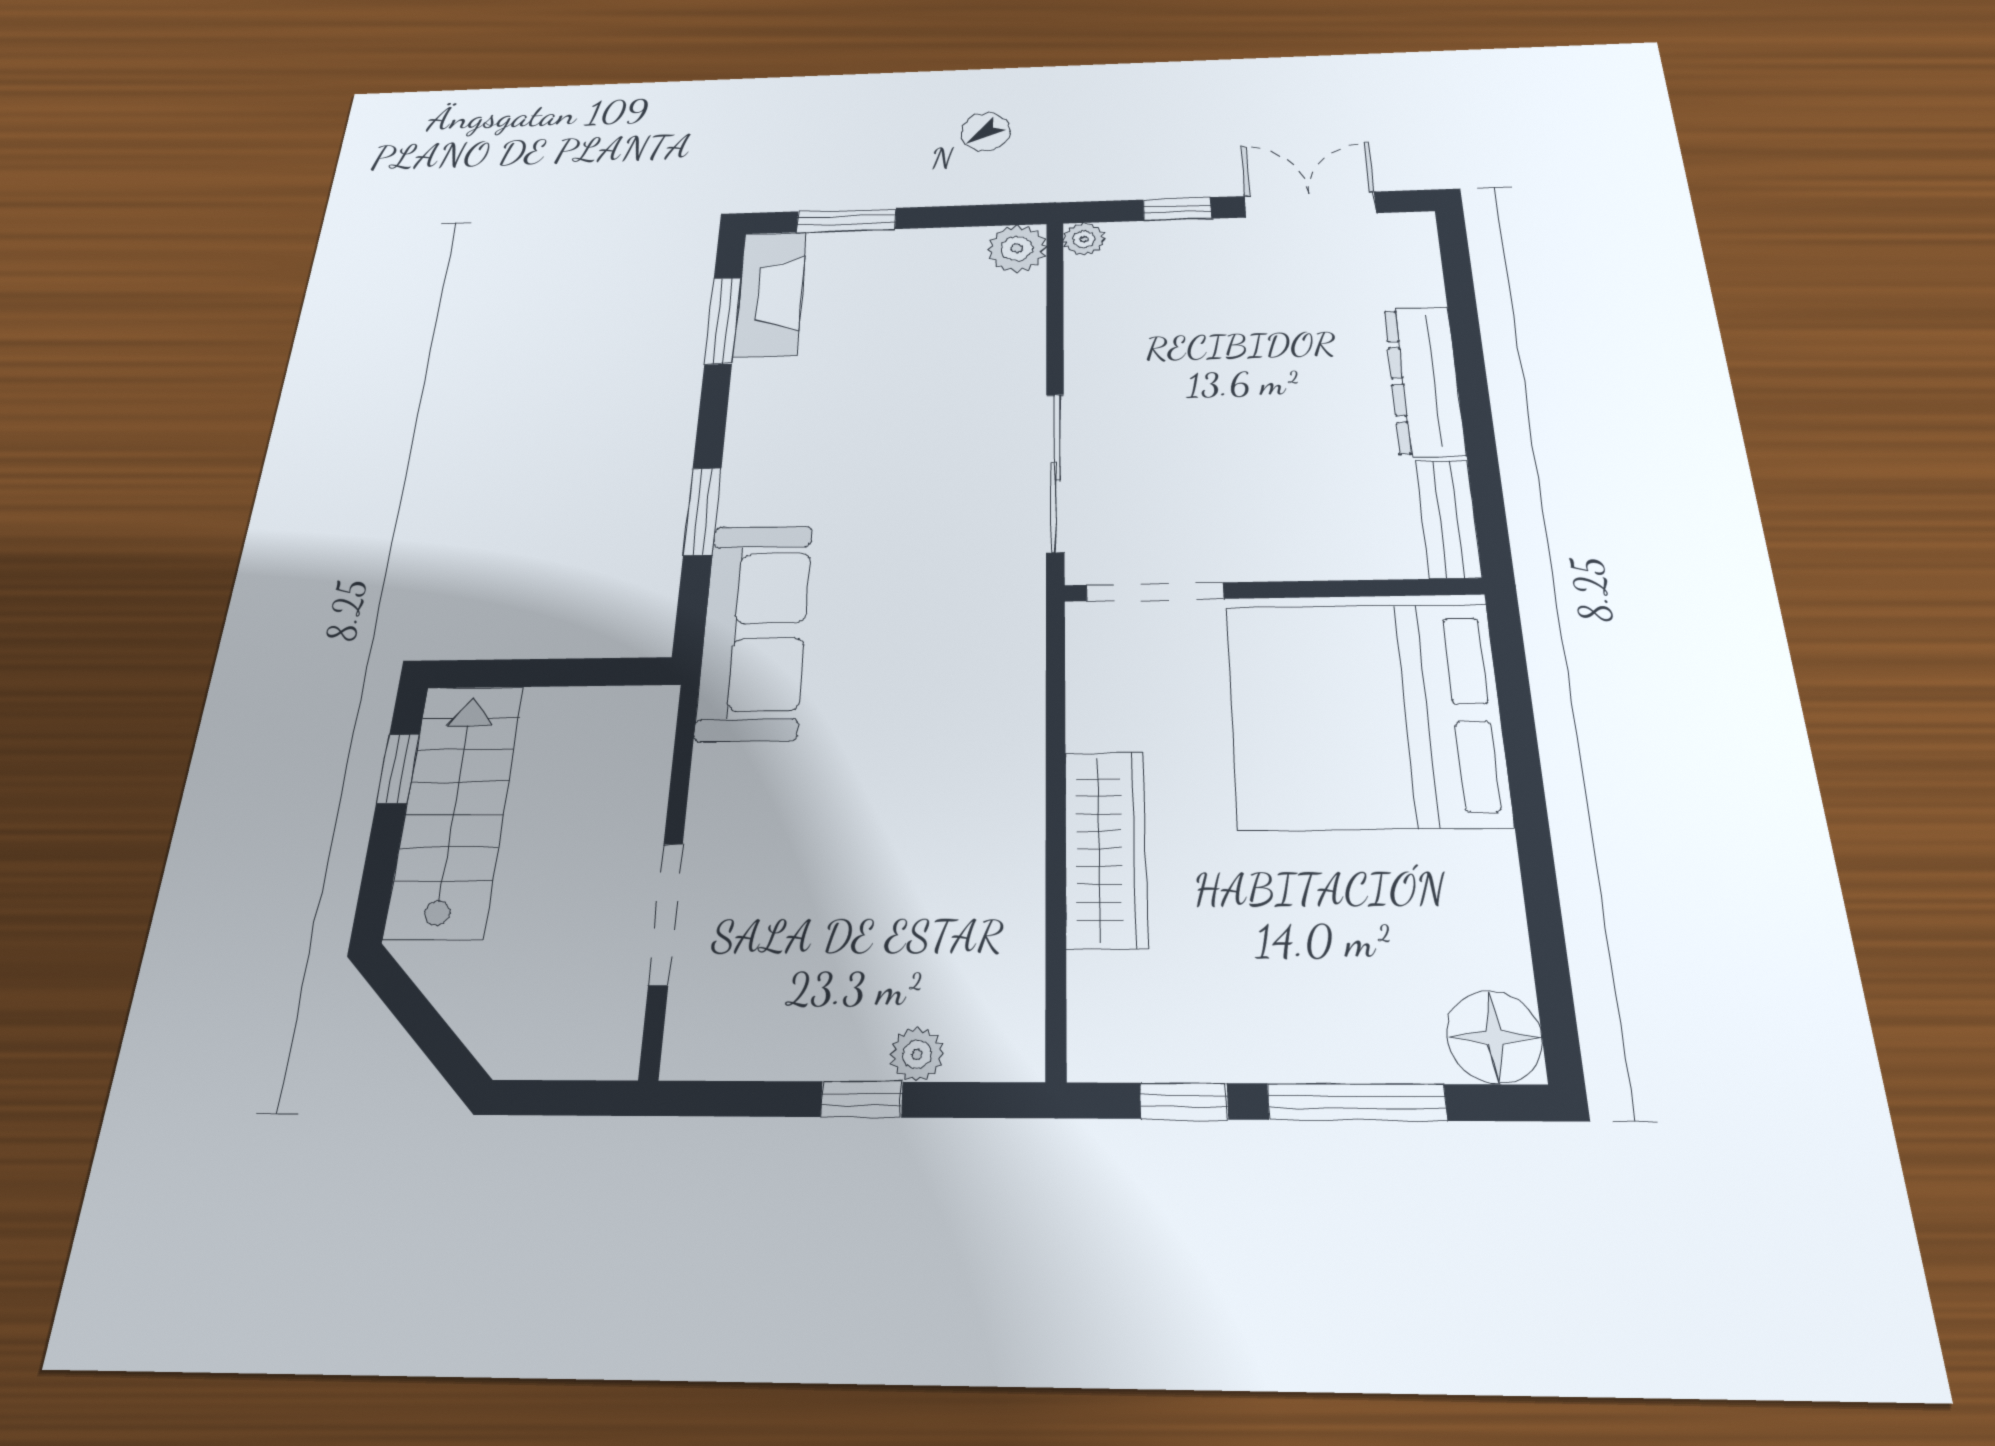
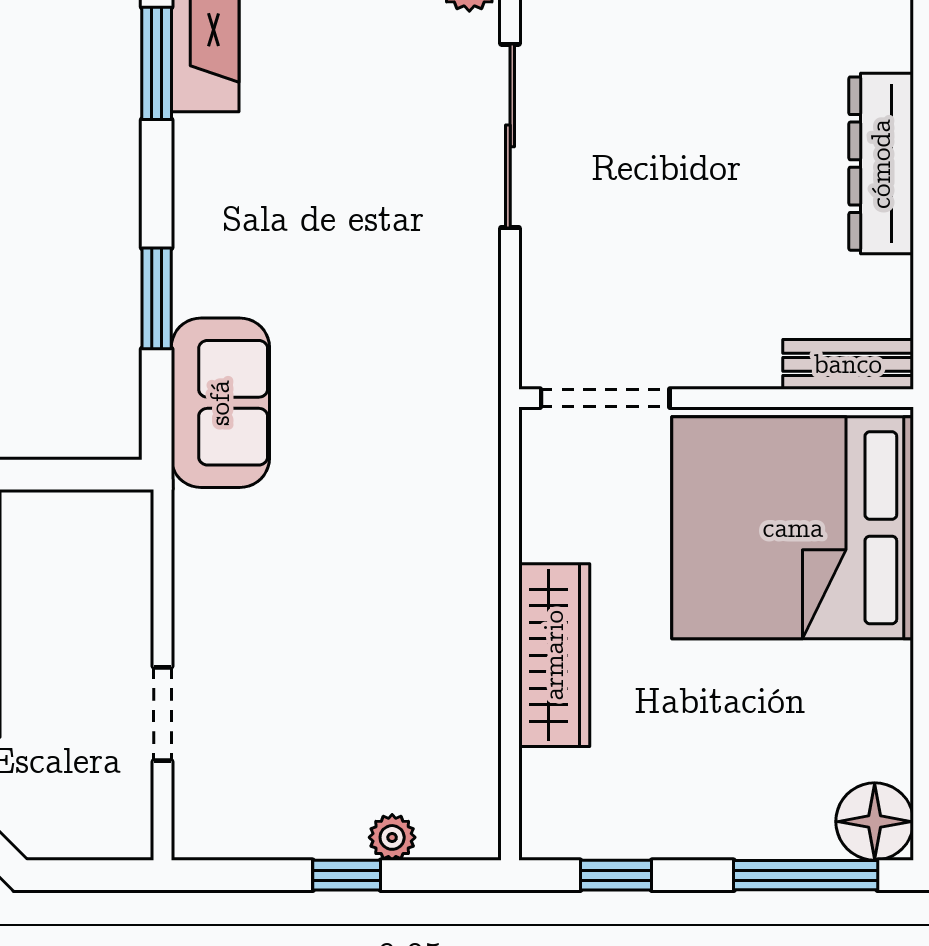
sliding door: (1055, 472) -> (510, 136), moved
bench: (1448, 519) -> (848, 364), moved, turned 90
sofa: (755, 631) -> (220, 403), width x0.73
doorway: (666, 914) -> (163, 714), width x0.73
window: (1357, 1102) -> (806, 875), moved

